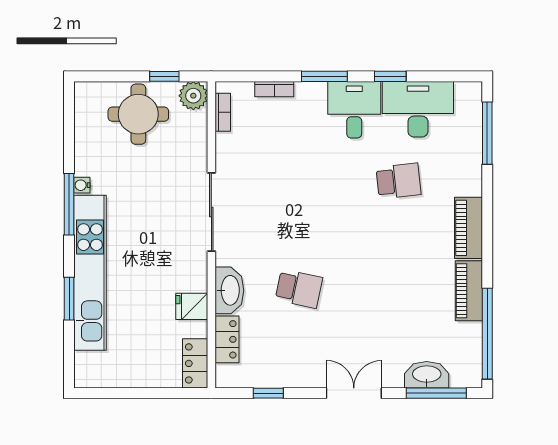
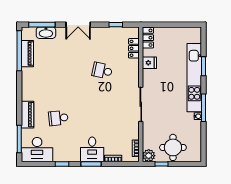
desk: (418, 109) -> (37, 150), moved
desk: (354, 110) -> (92, 149), moved
piano: (469, 228) -> (28, 115), moved
washbasin: (229, 290) -> (133, 70), removed
piano: (469, 291) -> (27, 54), moved

